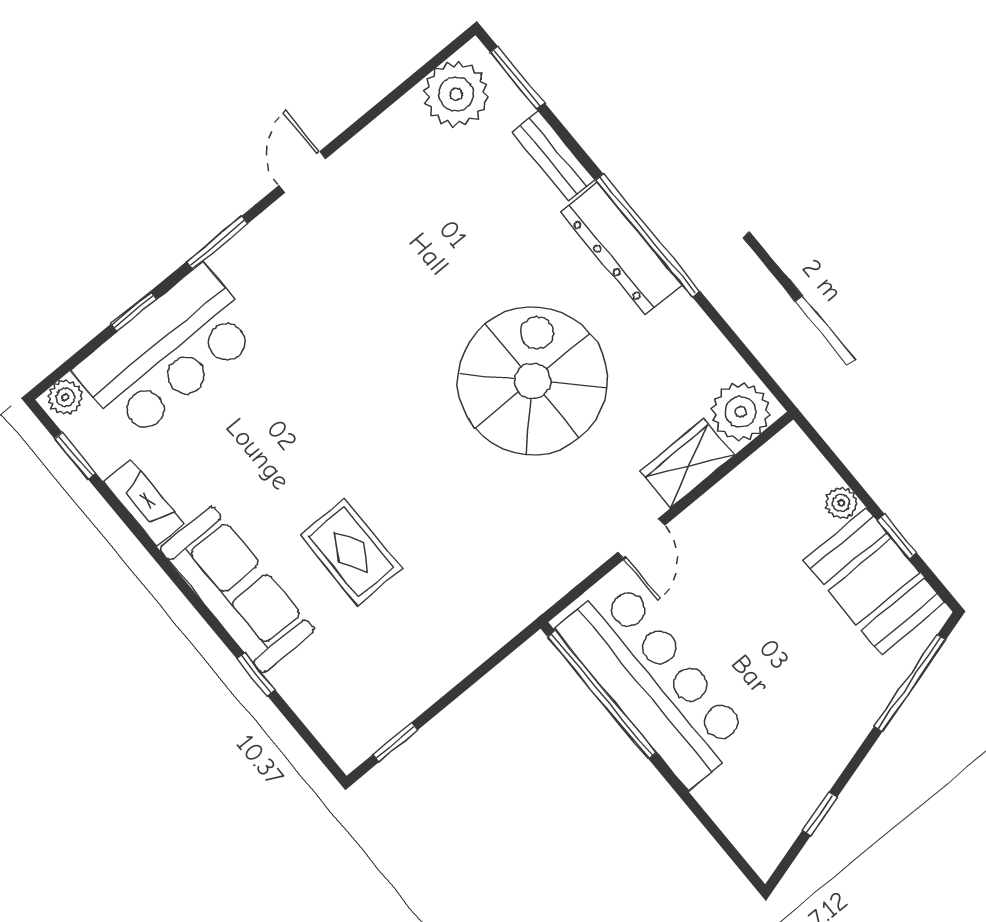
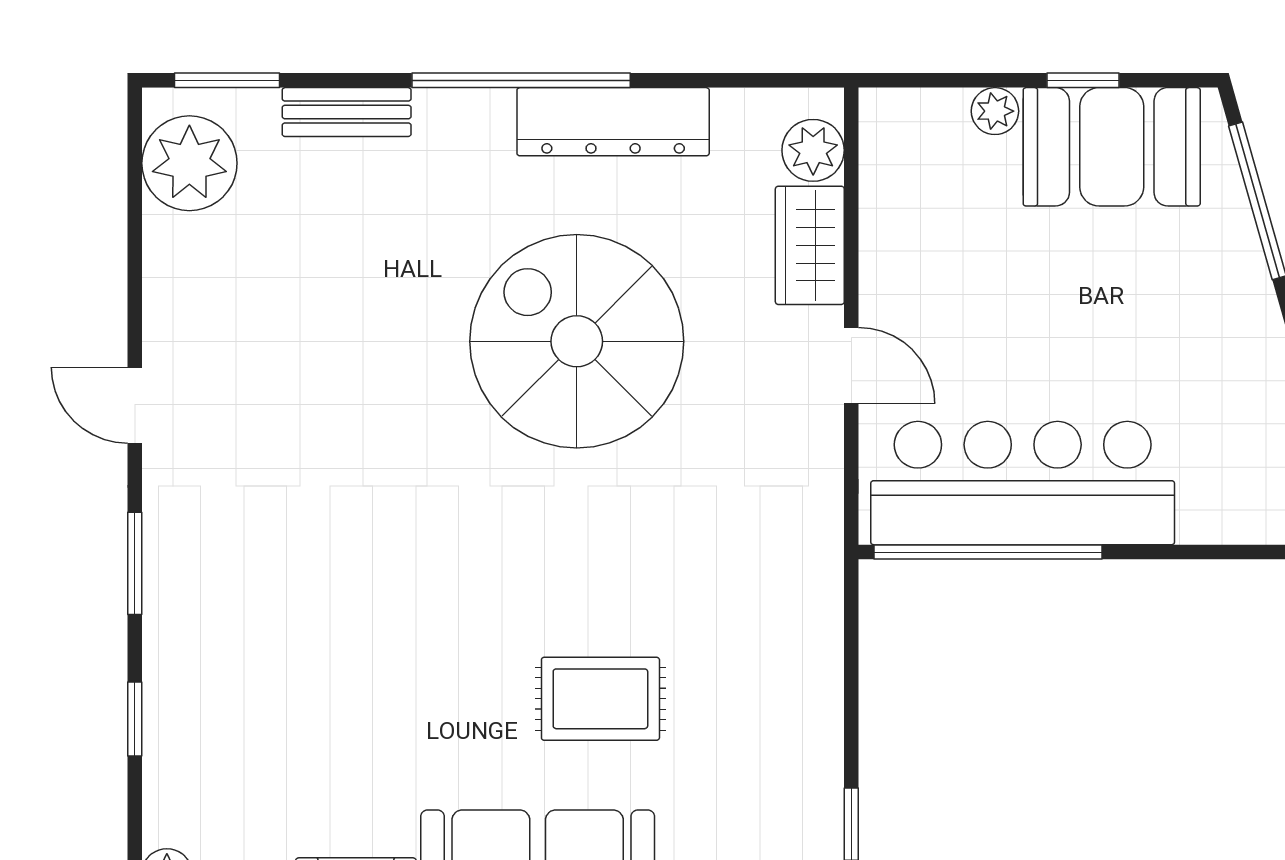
dresser: (621, 249) -> (613, 122), moved
bar counter: (167, 353) -> (211, 720), removed
plant: (741, 412) -> (813, 150), width x0.73, depth x0.73

